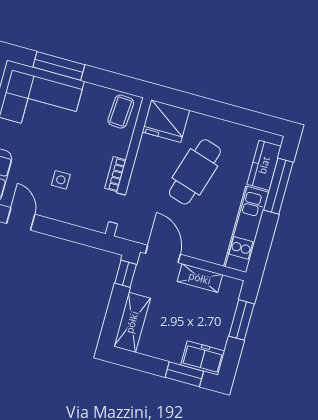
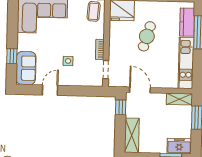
cafe table: (195, 172) -> (147, 36), width x0.73, depth x0.74
door: (21, 219) -> (50, 90), hinge flipped
shelving: (200, 278) -> (179, 99), moved

